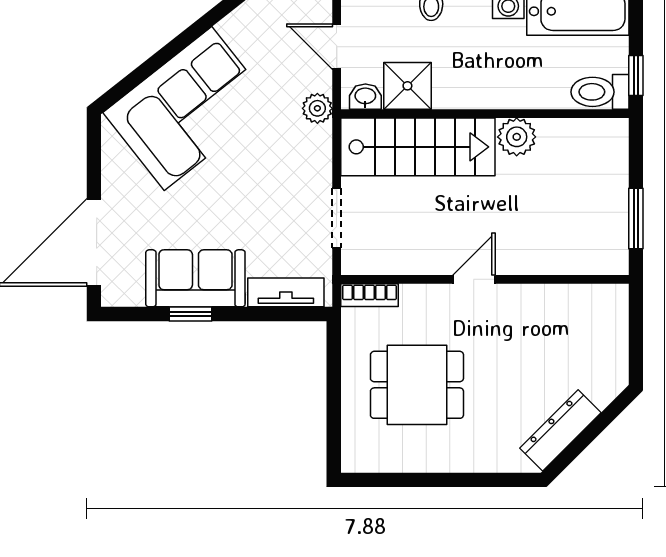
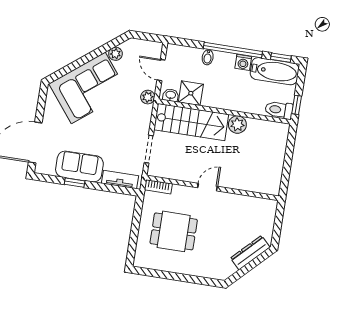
plant: (234, 27) -> (115, 54), added
window: (636, 219) -> (286, 171), removed
dresser: (560, 430) -> (250, 253), moved

